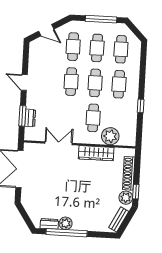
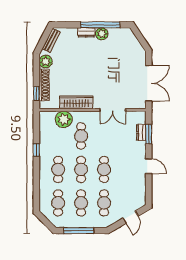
door: (46, 30) -> (130, 217), swing flipped
window: (136, 192) -> (36, 93), moved
dresser: (49, 224) -> (86, 32), moved

